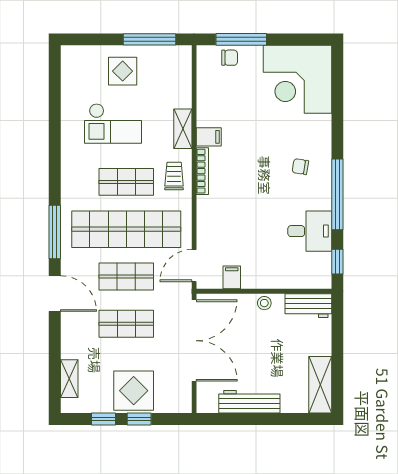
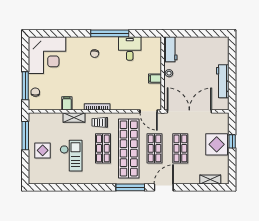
filing cabinet: (209, 137) -> (67, 103), moved
window: (337, 262) -> (146, 33), removed
filing cabinet: (232, 277) -> (155, 78), moved
shelving: (320, 385) -> (213, 43), removed
window: (104, 419) -> (232, 161), removed

